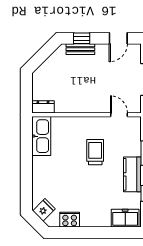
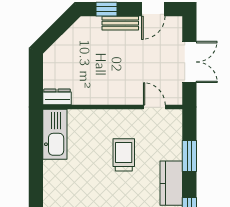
bench: (80, 49) -> (120, 23), moved

